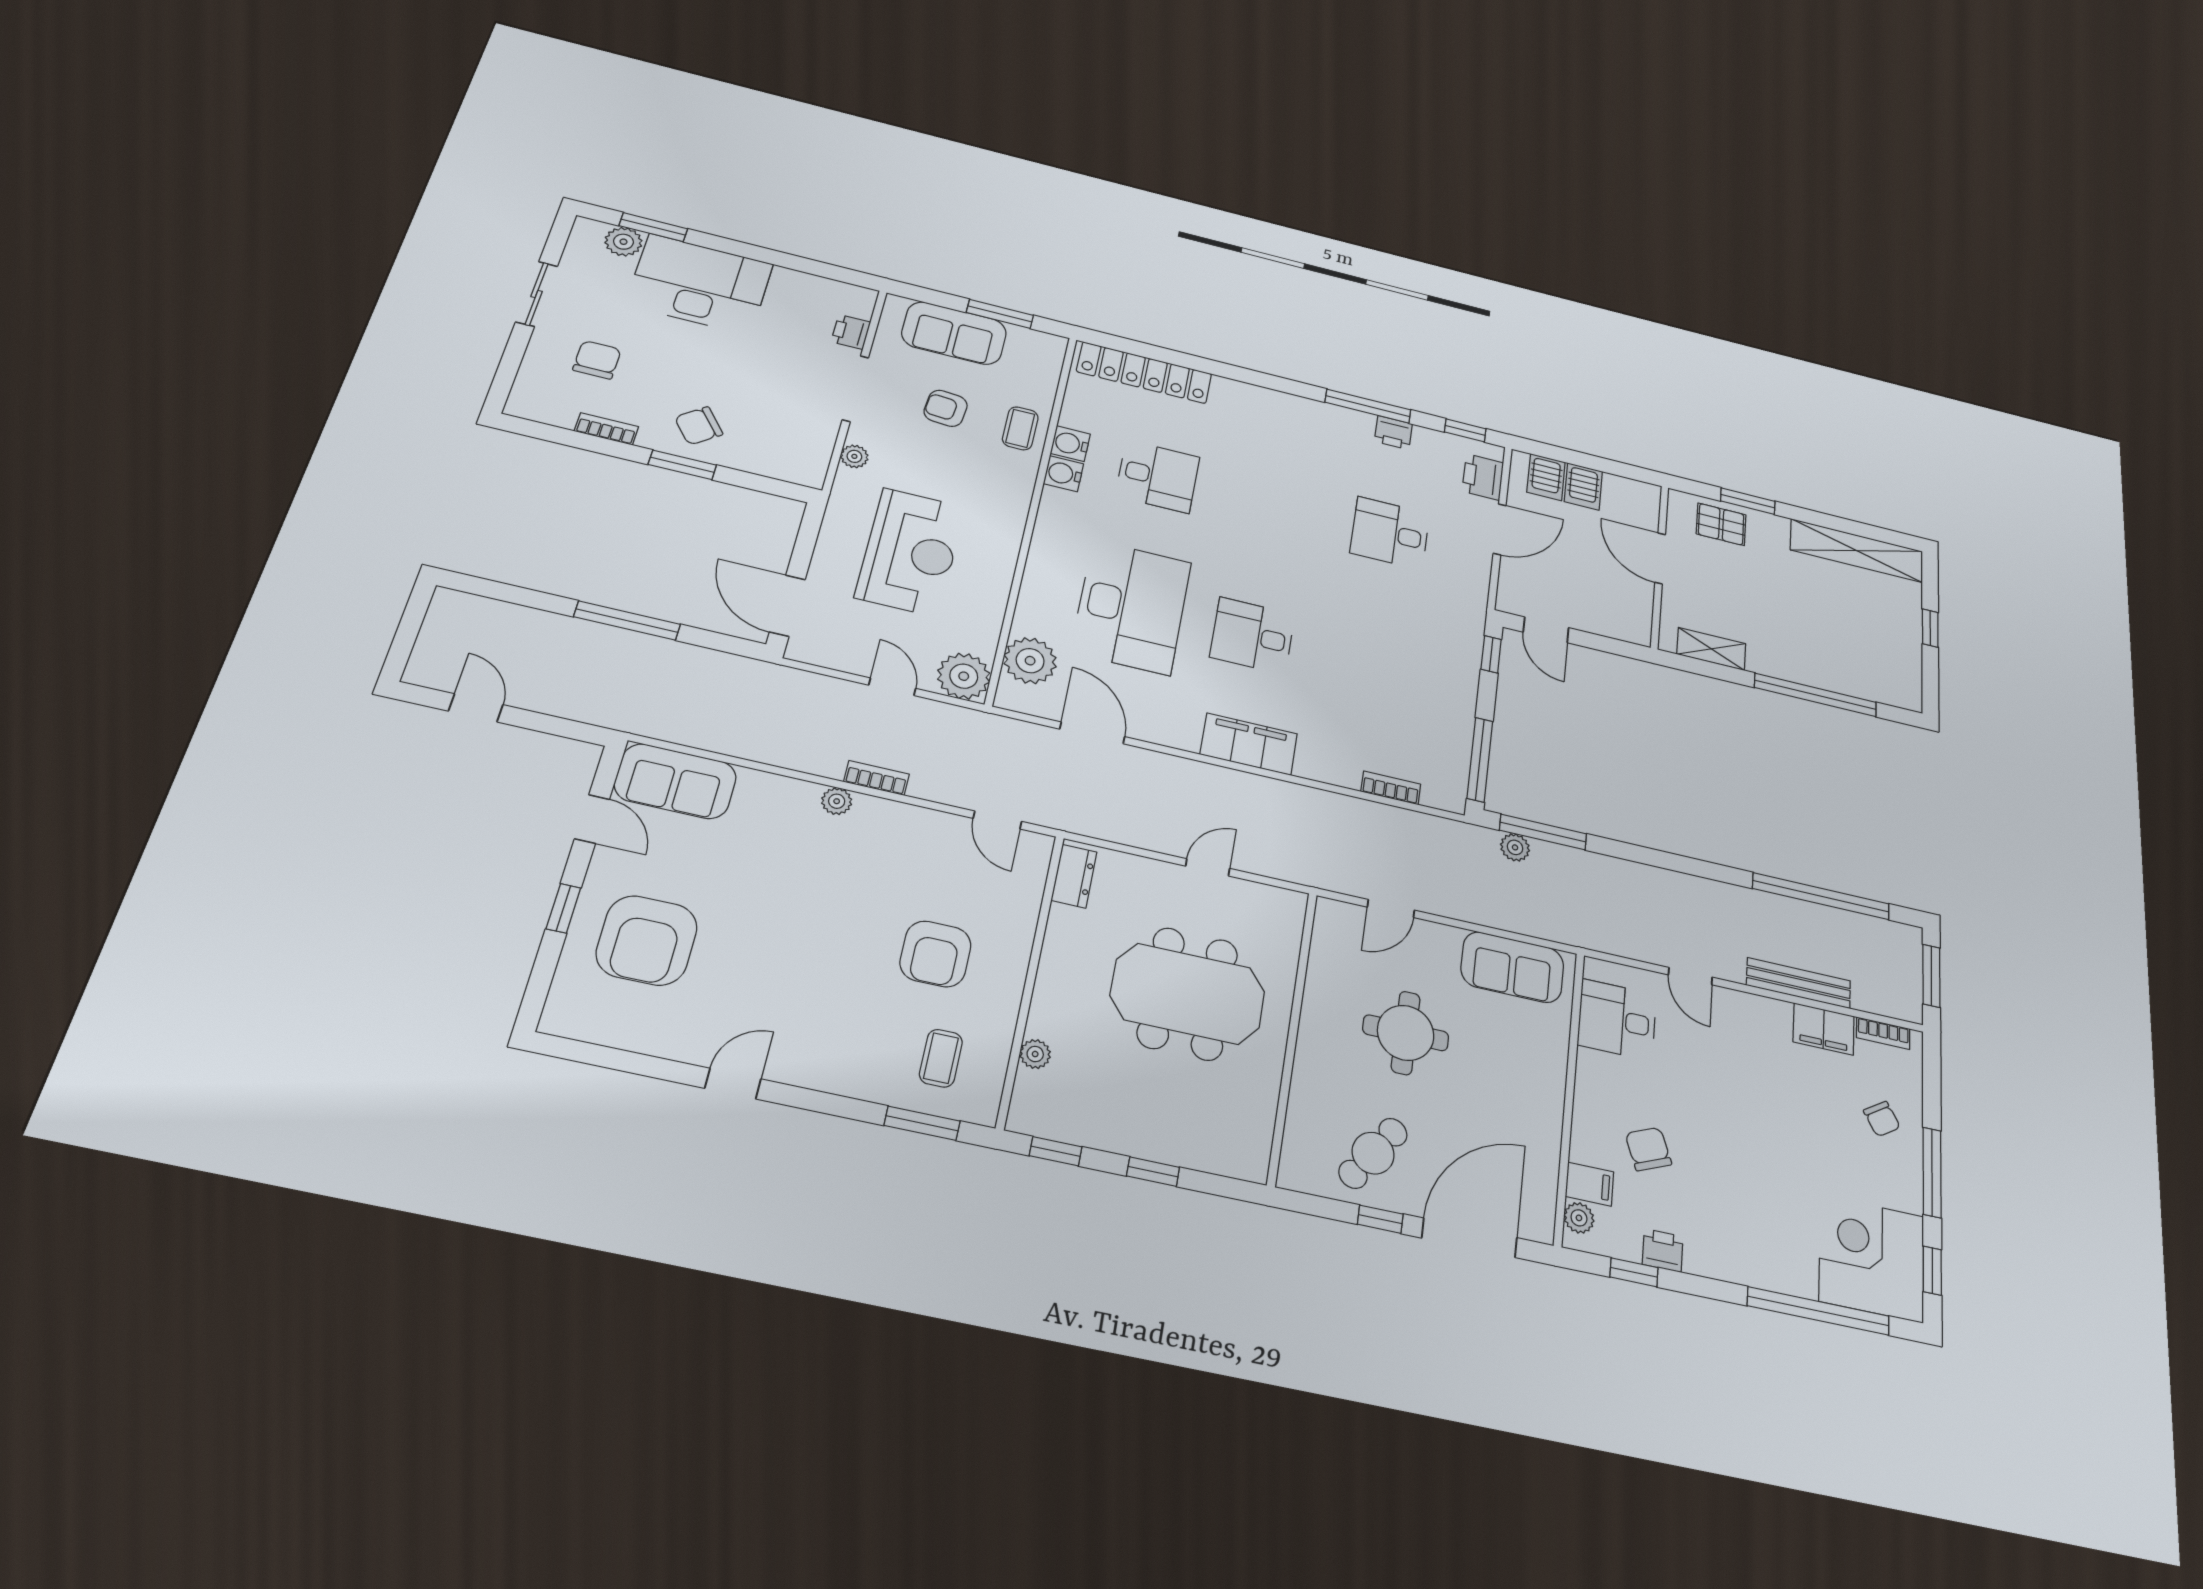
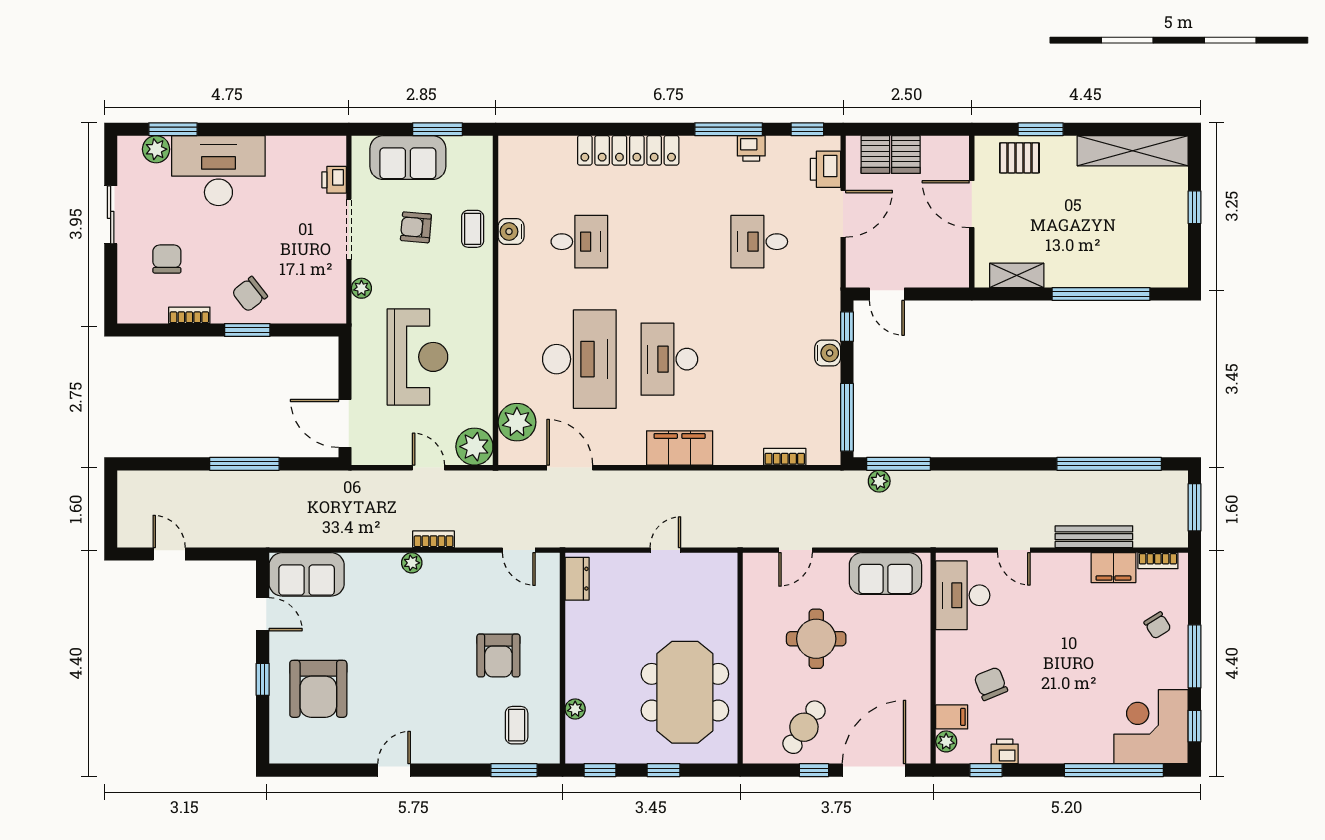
locker: (1144, 373) -> (628, 150), moved
water cooler: (1063, 474) -> (828, 353), moved, turned 180
desk: (1252, 636) -> (669, 359), width x1.37
meeting table: (1188, 994) -> (685, 692), moved, turned 90
desk: (1617, 1020) -> (963, 595), width x1.37

